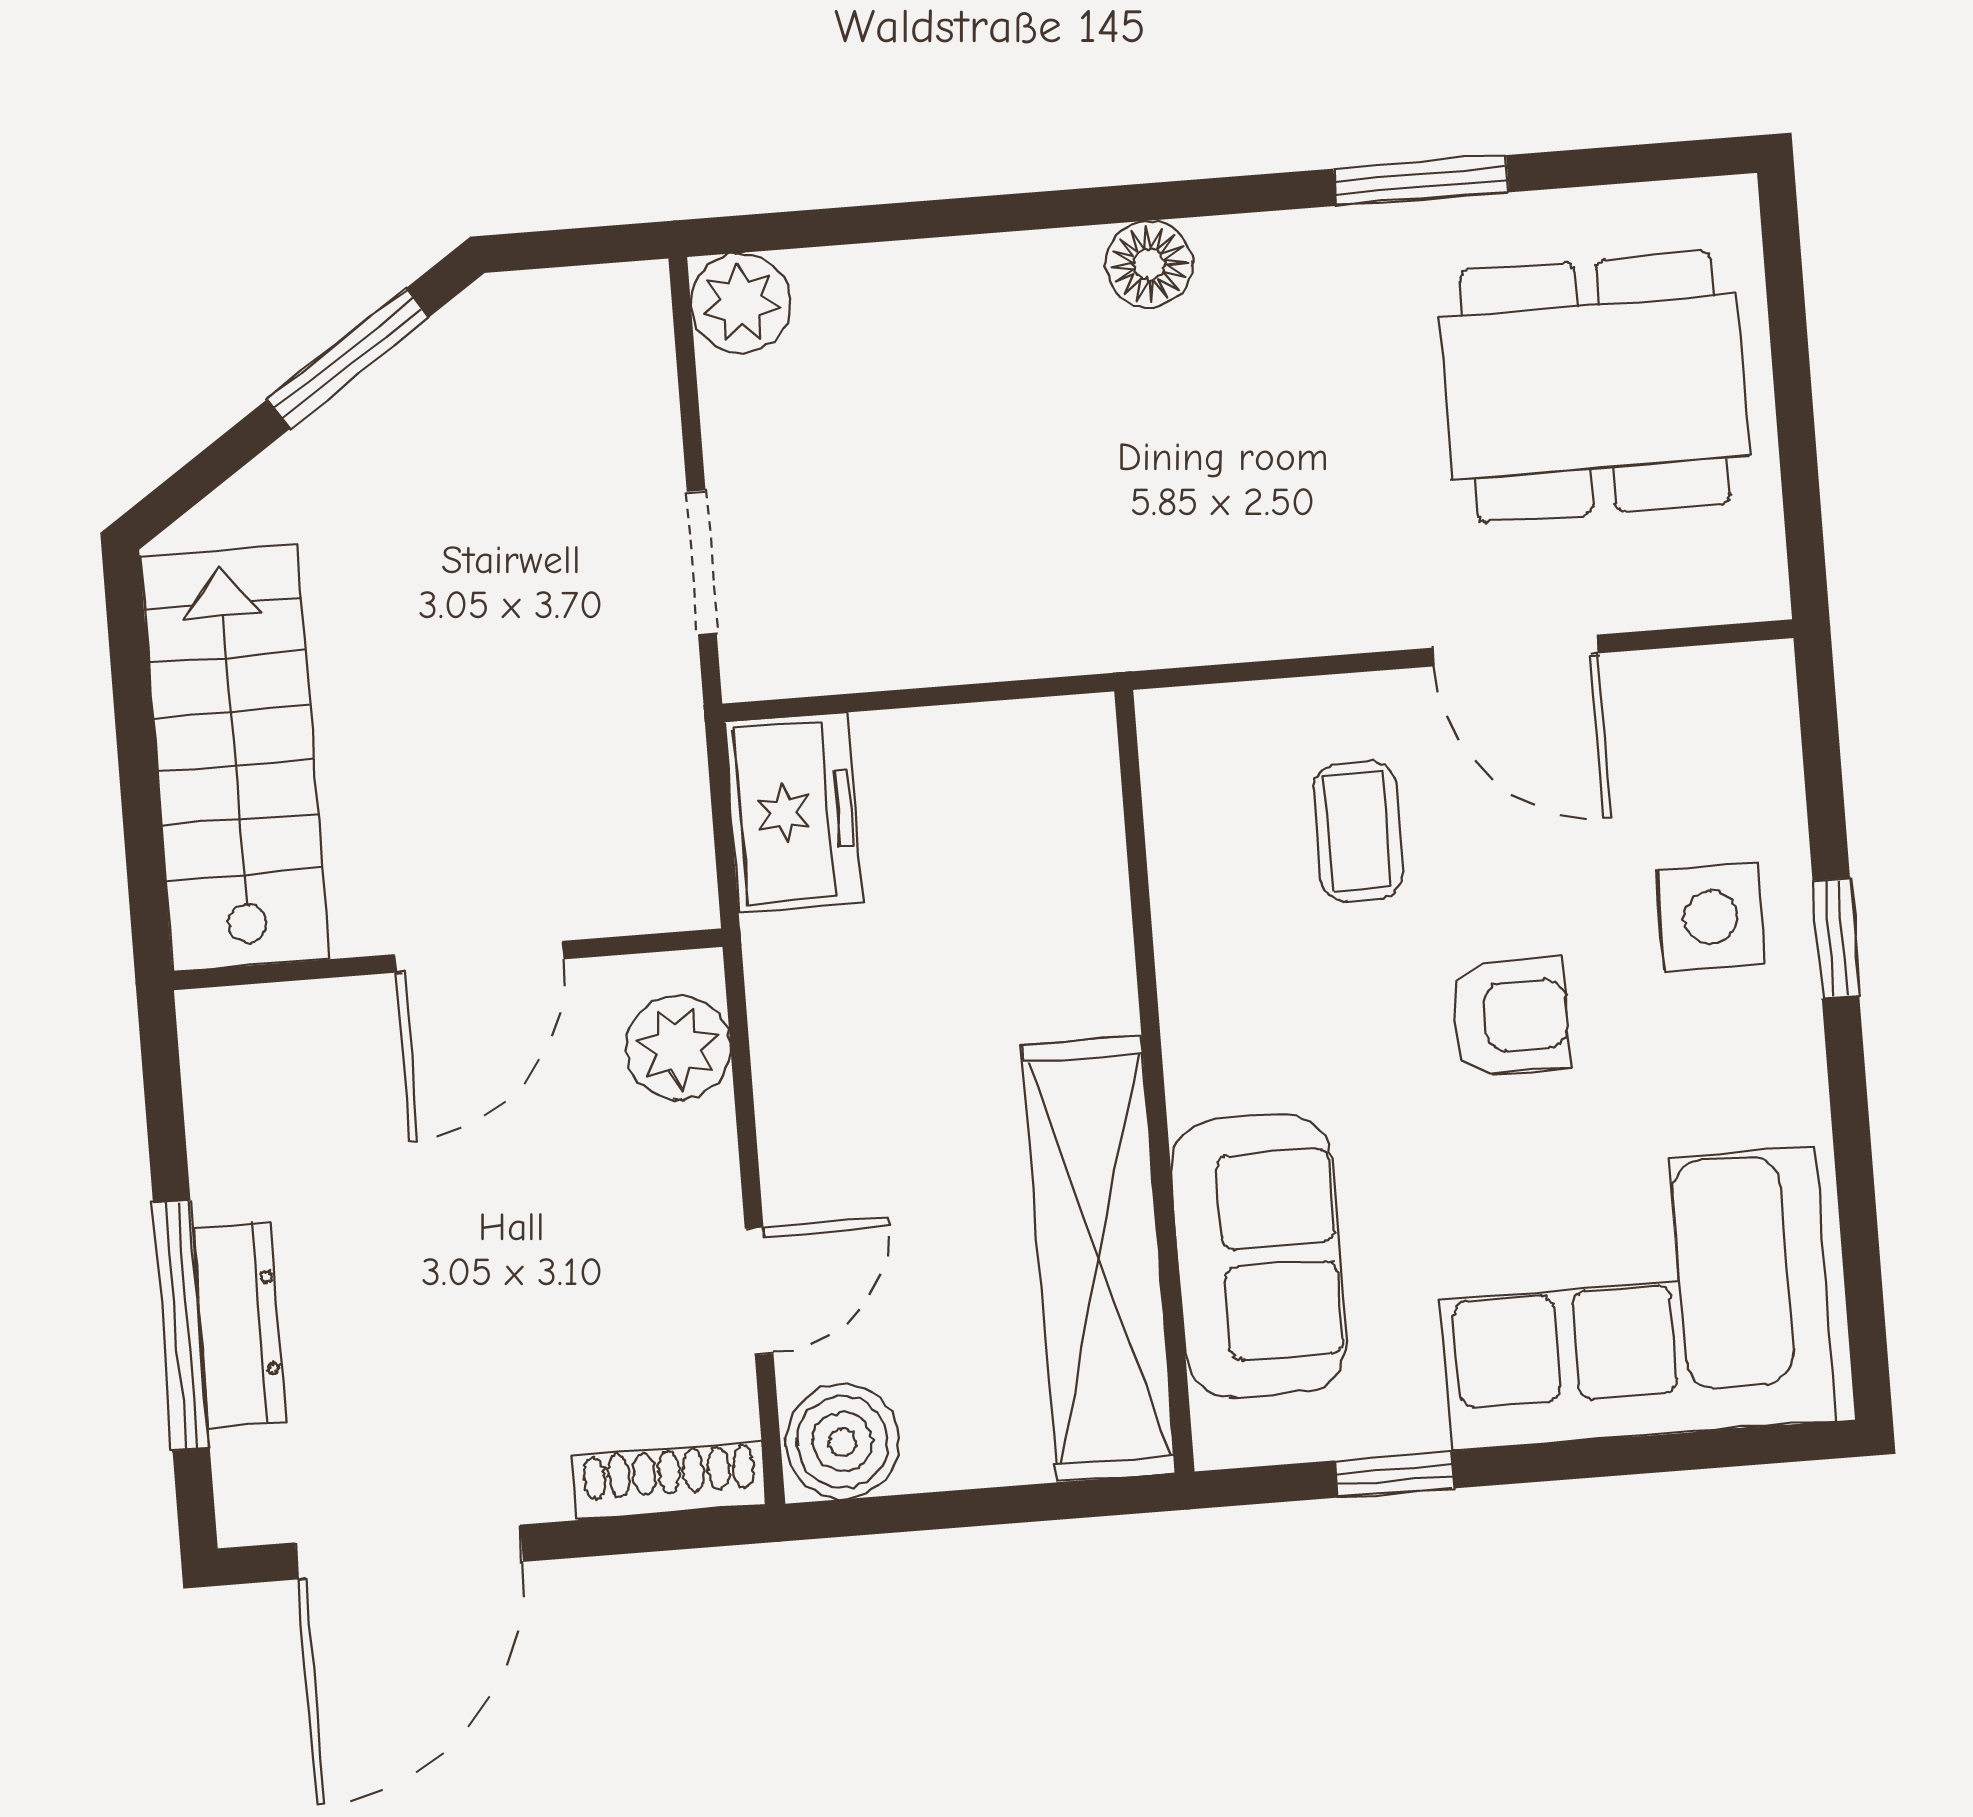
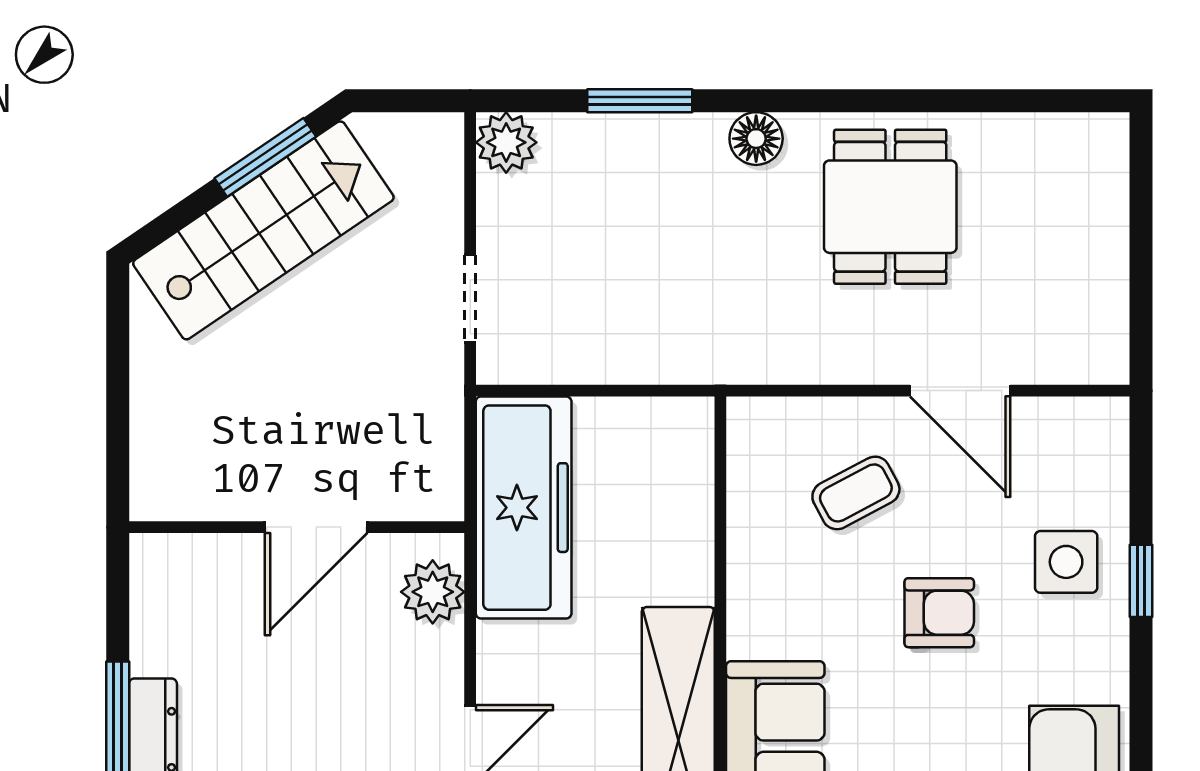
window: (1421, 180) -> (640, 101), moved
dining table: (1595, 387) -> (890, 207), moved, width x0.73
stairs: (234, 757) -> (263, 230), moved, turned 56
freezer: (793, 813) -> (524, 508), width x1.91, depth x1.26
coffee table: (1358, 831) -> (856, 493), turned 62

